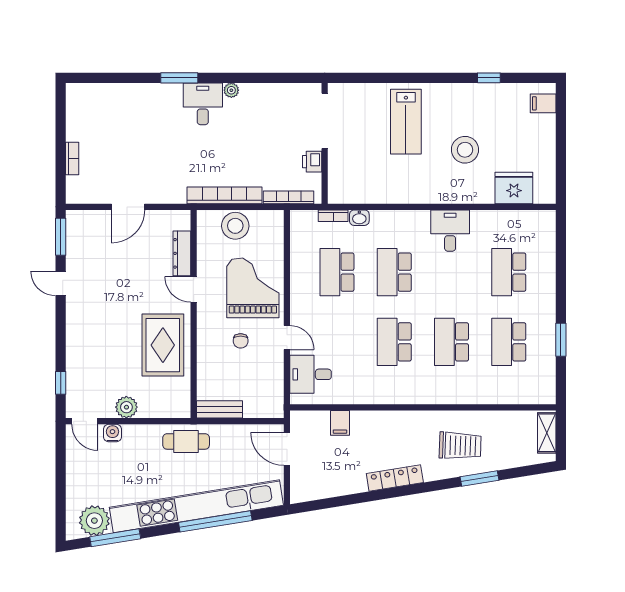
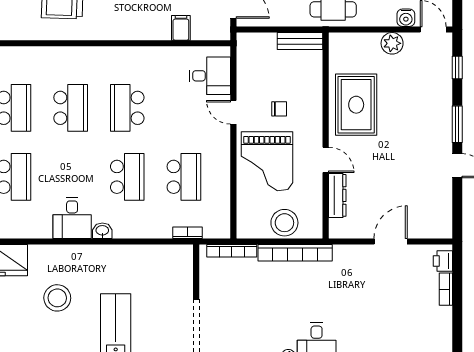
printer: (312, 162) -> (443, 261), moved, turned 180
washbasin: (359, 218) -> (102, 231), moved
window: (61, 237) -> (457, 124), moved
chair: (241, 341) -> (279, 109), turned 90
school desk: (394, 342) -> (127, 108), turned 180

